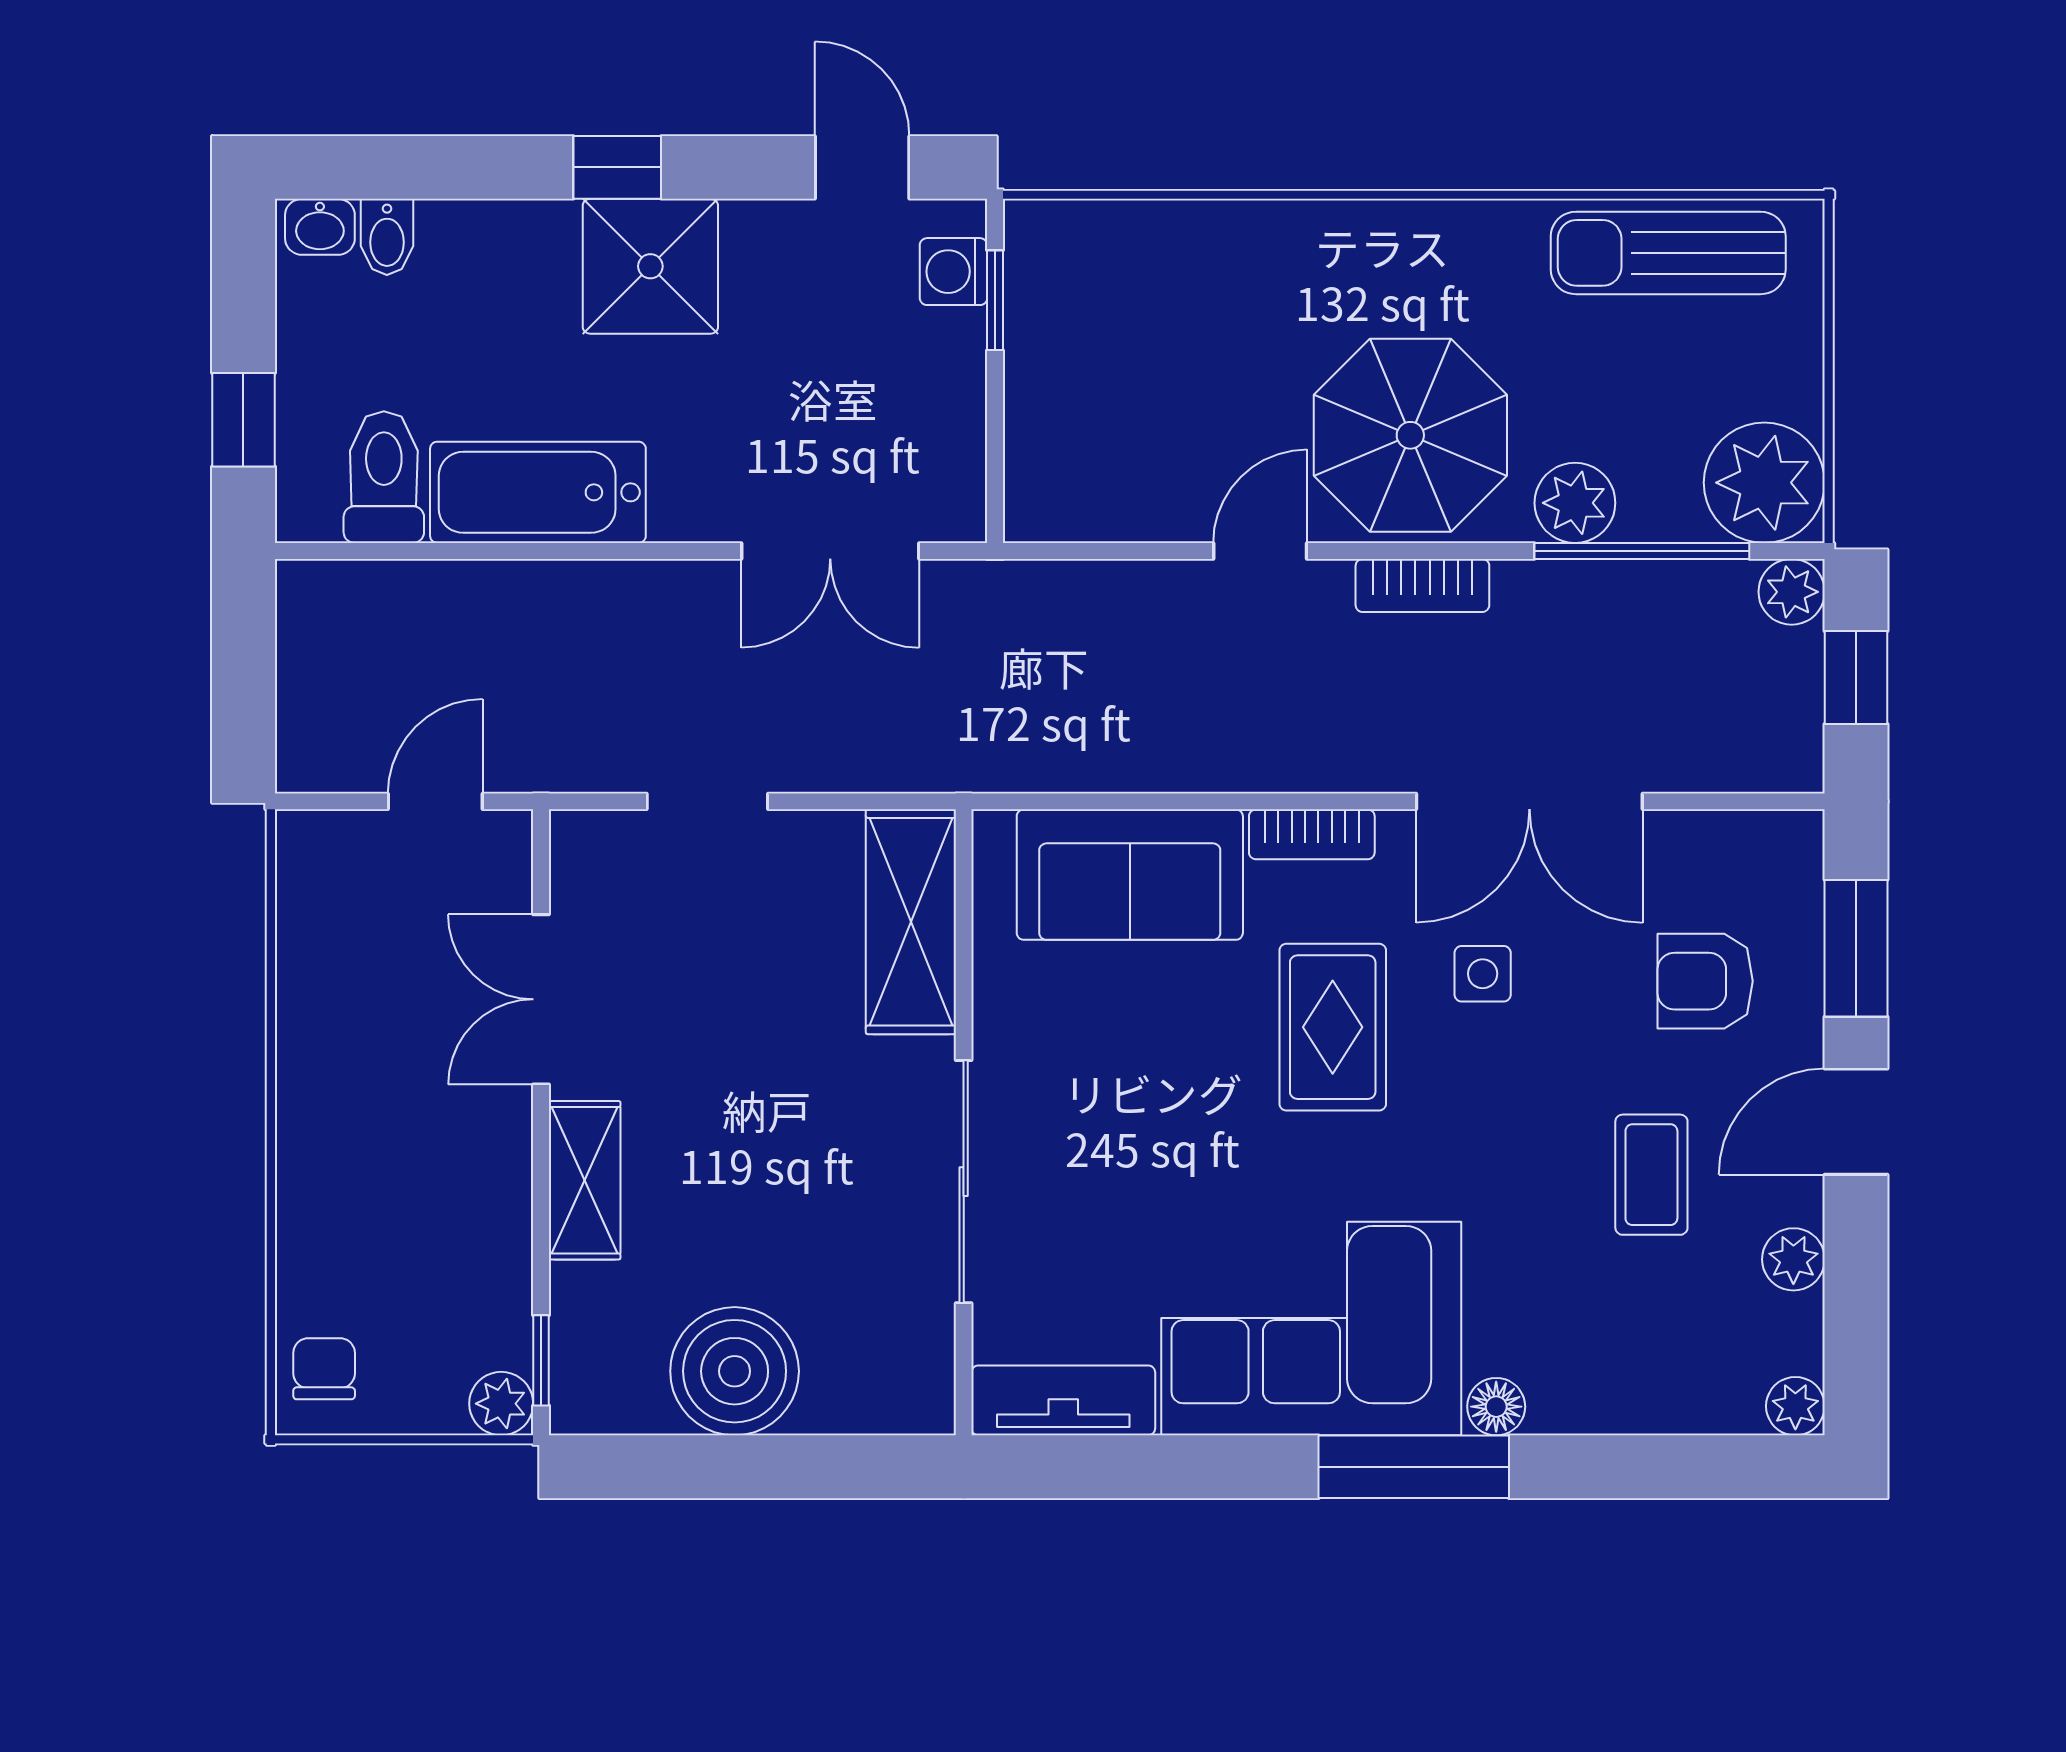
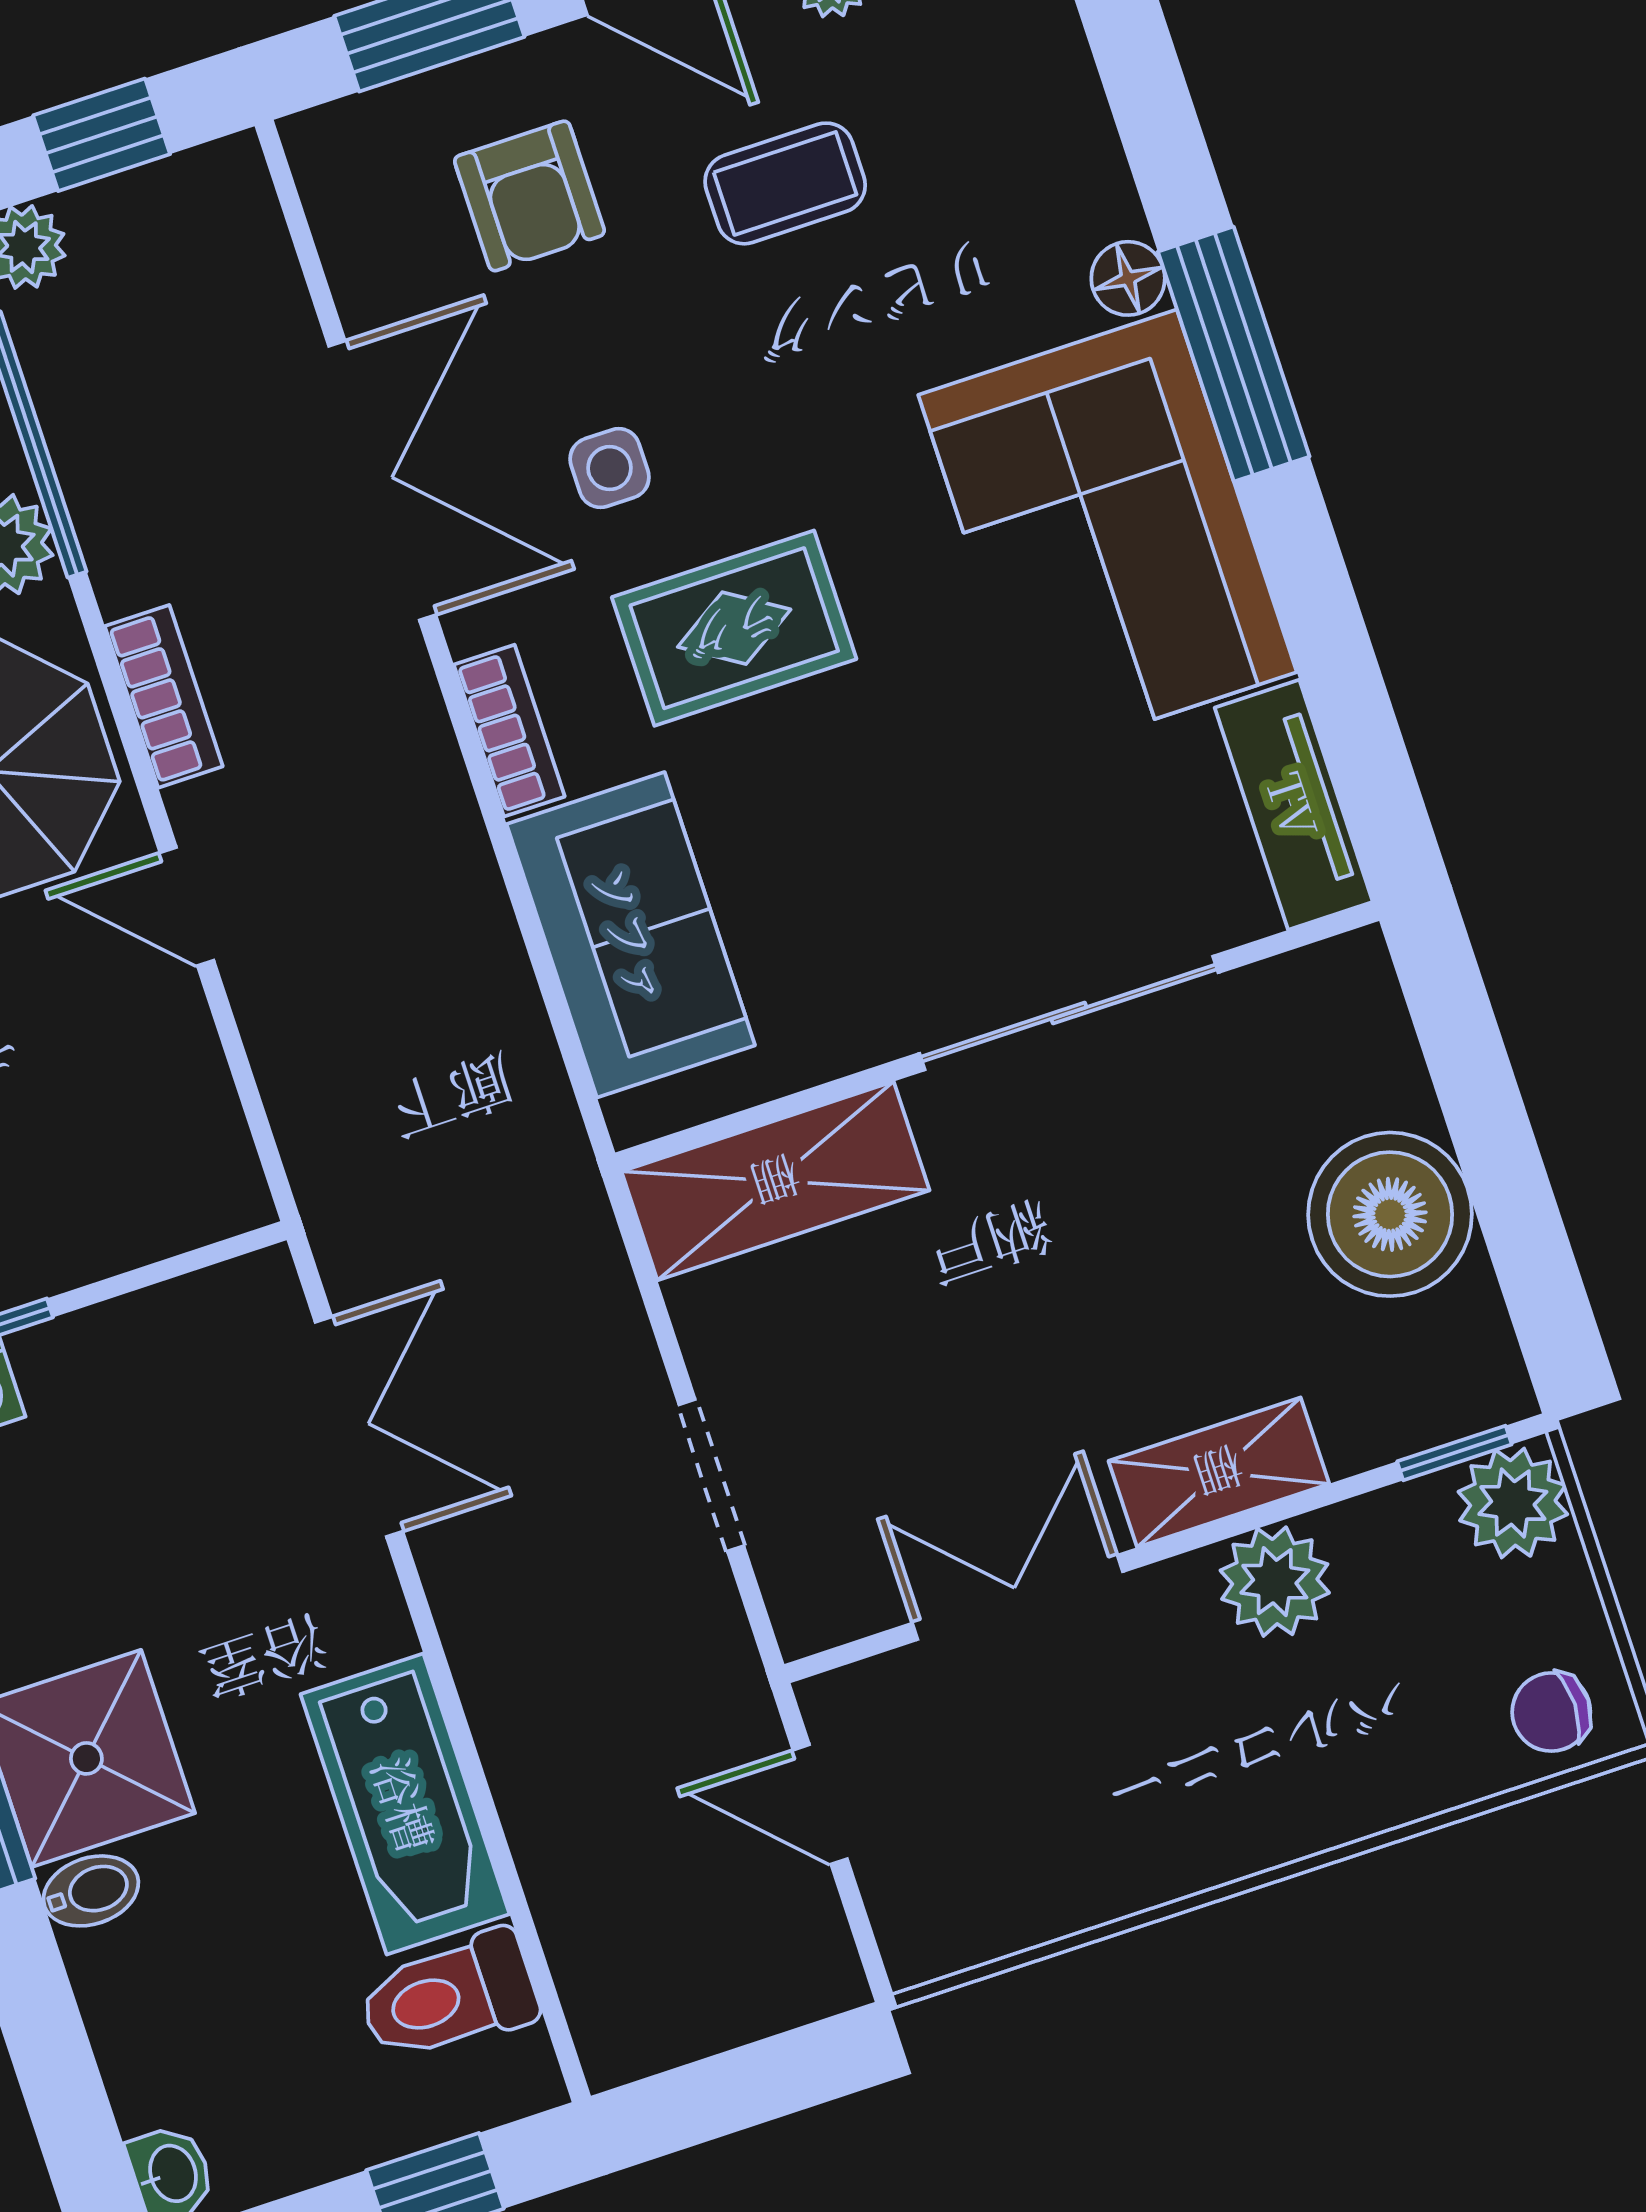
bidet: (387, 237) -> (91, 1891), moved
double door: (541, 999) -> (1018, 1597), swing flipped
plant: (489, 1195) -> (1275, 1582), added
plant: (501, 1404) -> (1513, 1503), width x1.38, depth x1.38

